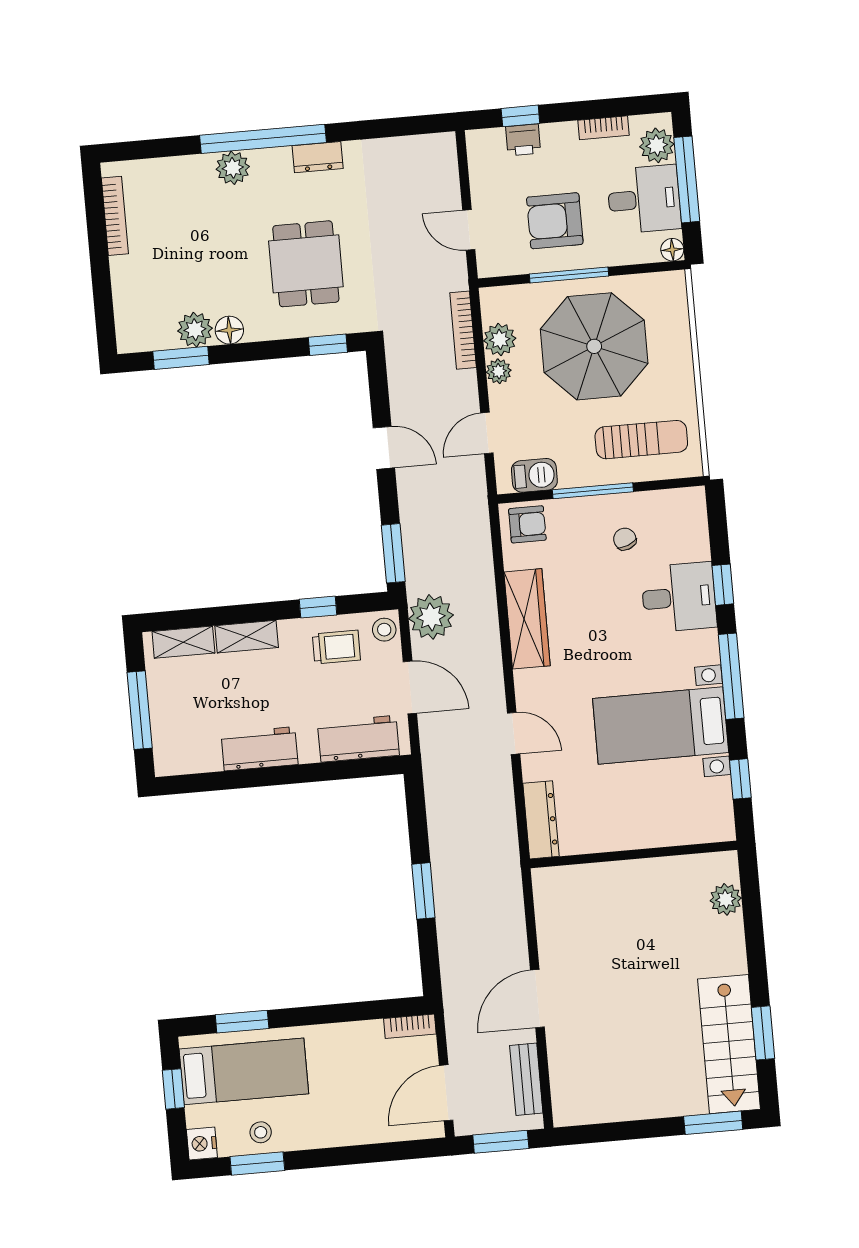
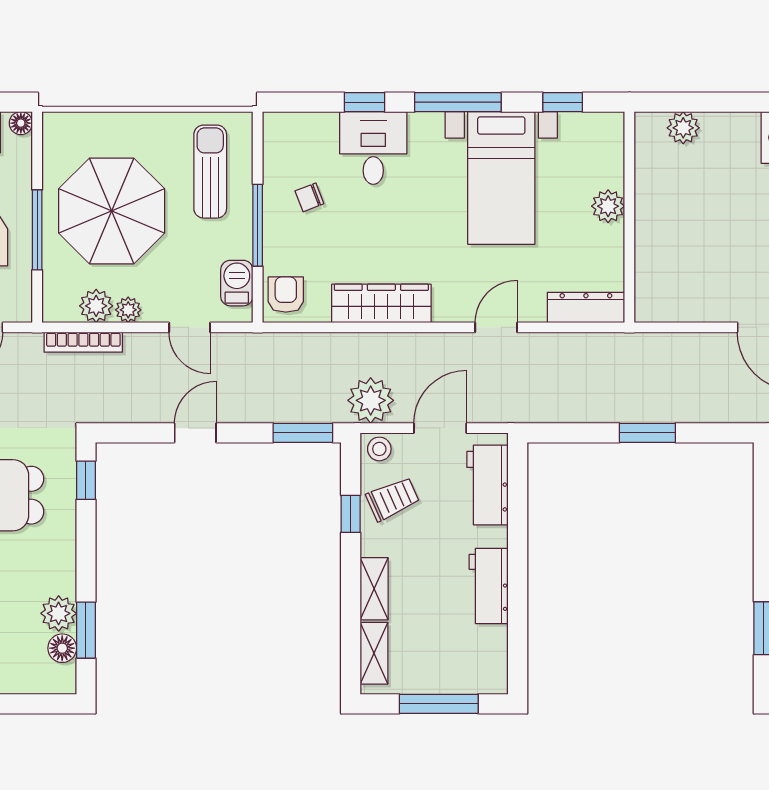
floor lamp: (229, 330) -> (62, 648), moved
trolley: (336, 647) -> (393, 499), turned 66
plant: (642, 833) -> (608, 206), added

